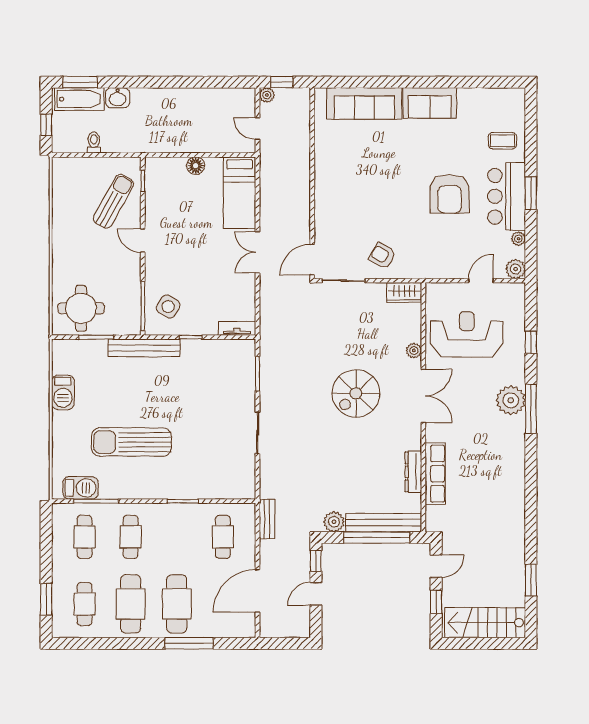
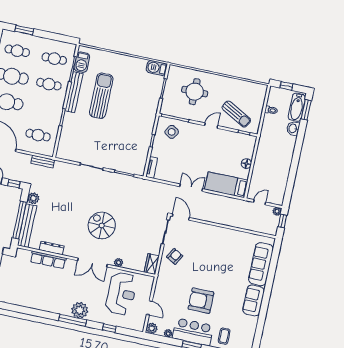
round table: (81, 308) -> (195, 92), moved
bench: (144, 348) -> (74, 92), moved
barbecue: (63, 392) -> (157, 68), moved

